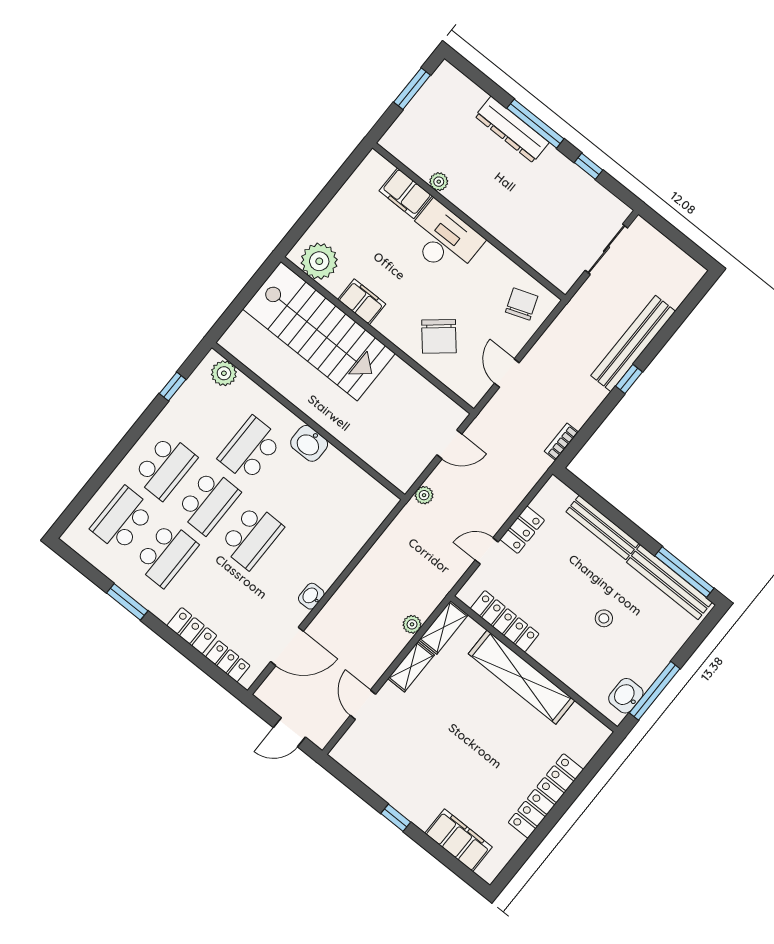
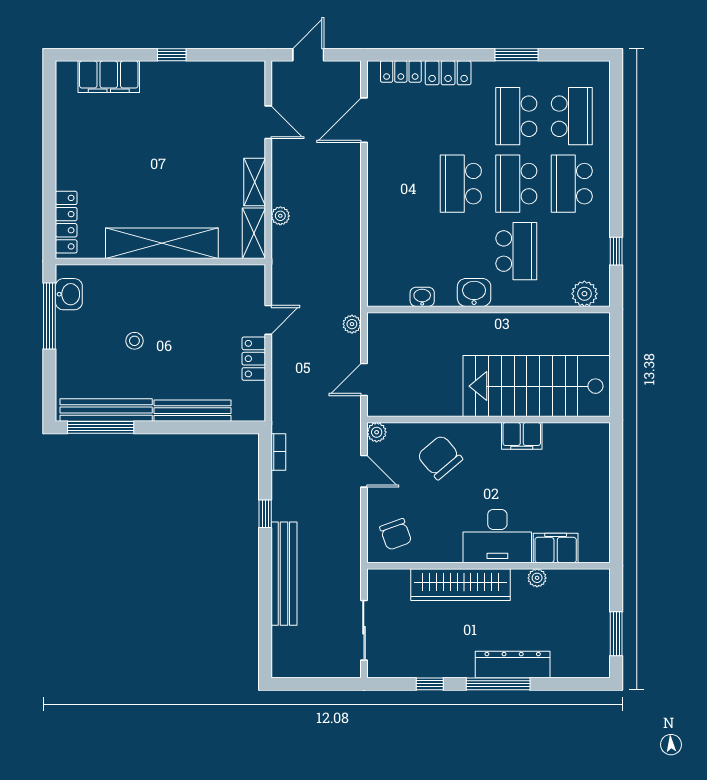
wardrobe: (503, 224) -> (461, 585), added
plant: (319, 261) -> (377, 432), moved, width x0.53, depth x0.53
window: (629, 379) -> (265, 514), moved
washbasin: (311, 596) -> (422, 297), moved, turned -90
locker: (505, 621) -> (210, 276), removed
locker: (546, 796) -> (66, 222), moved, width x0.71, depth x0.83

